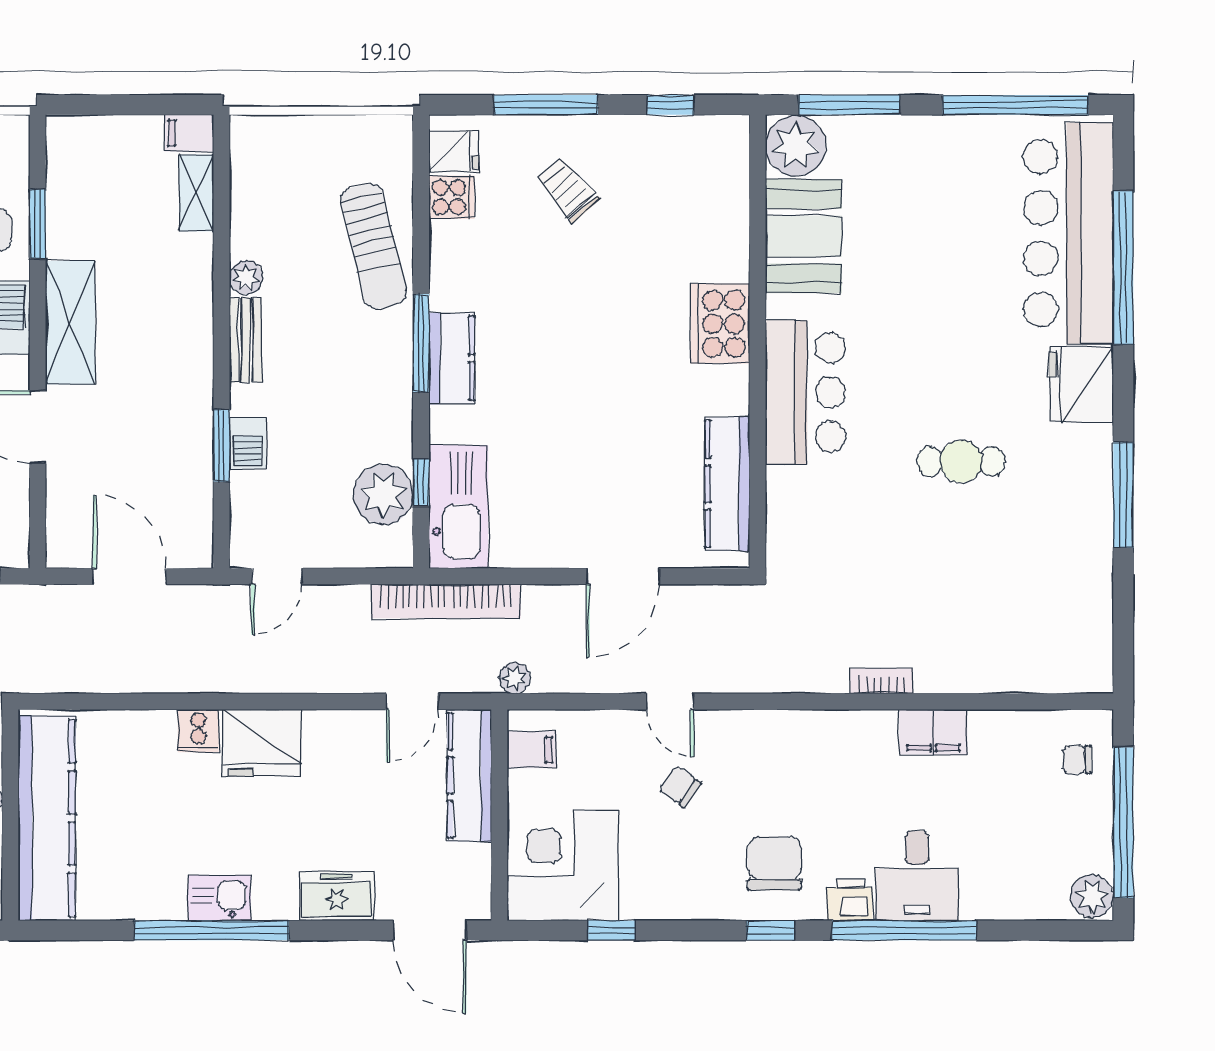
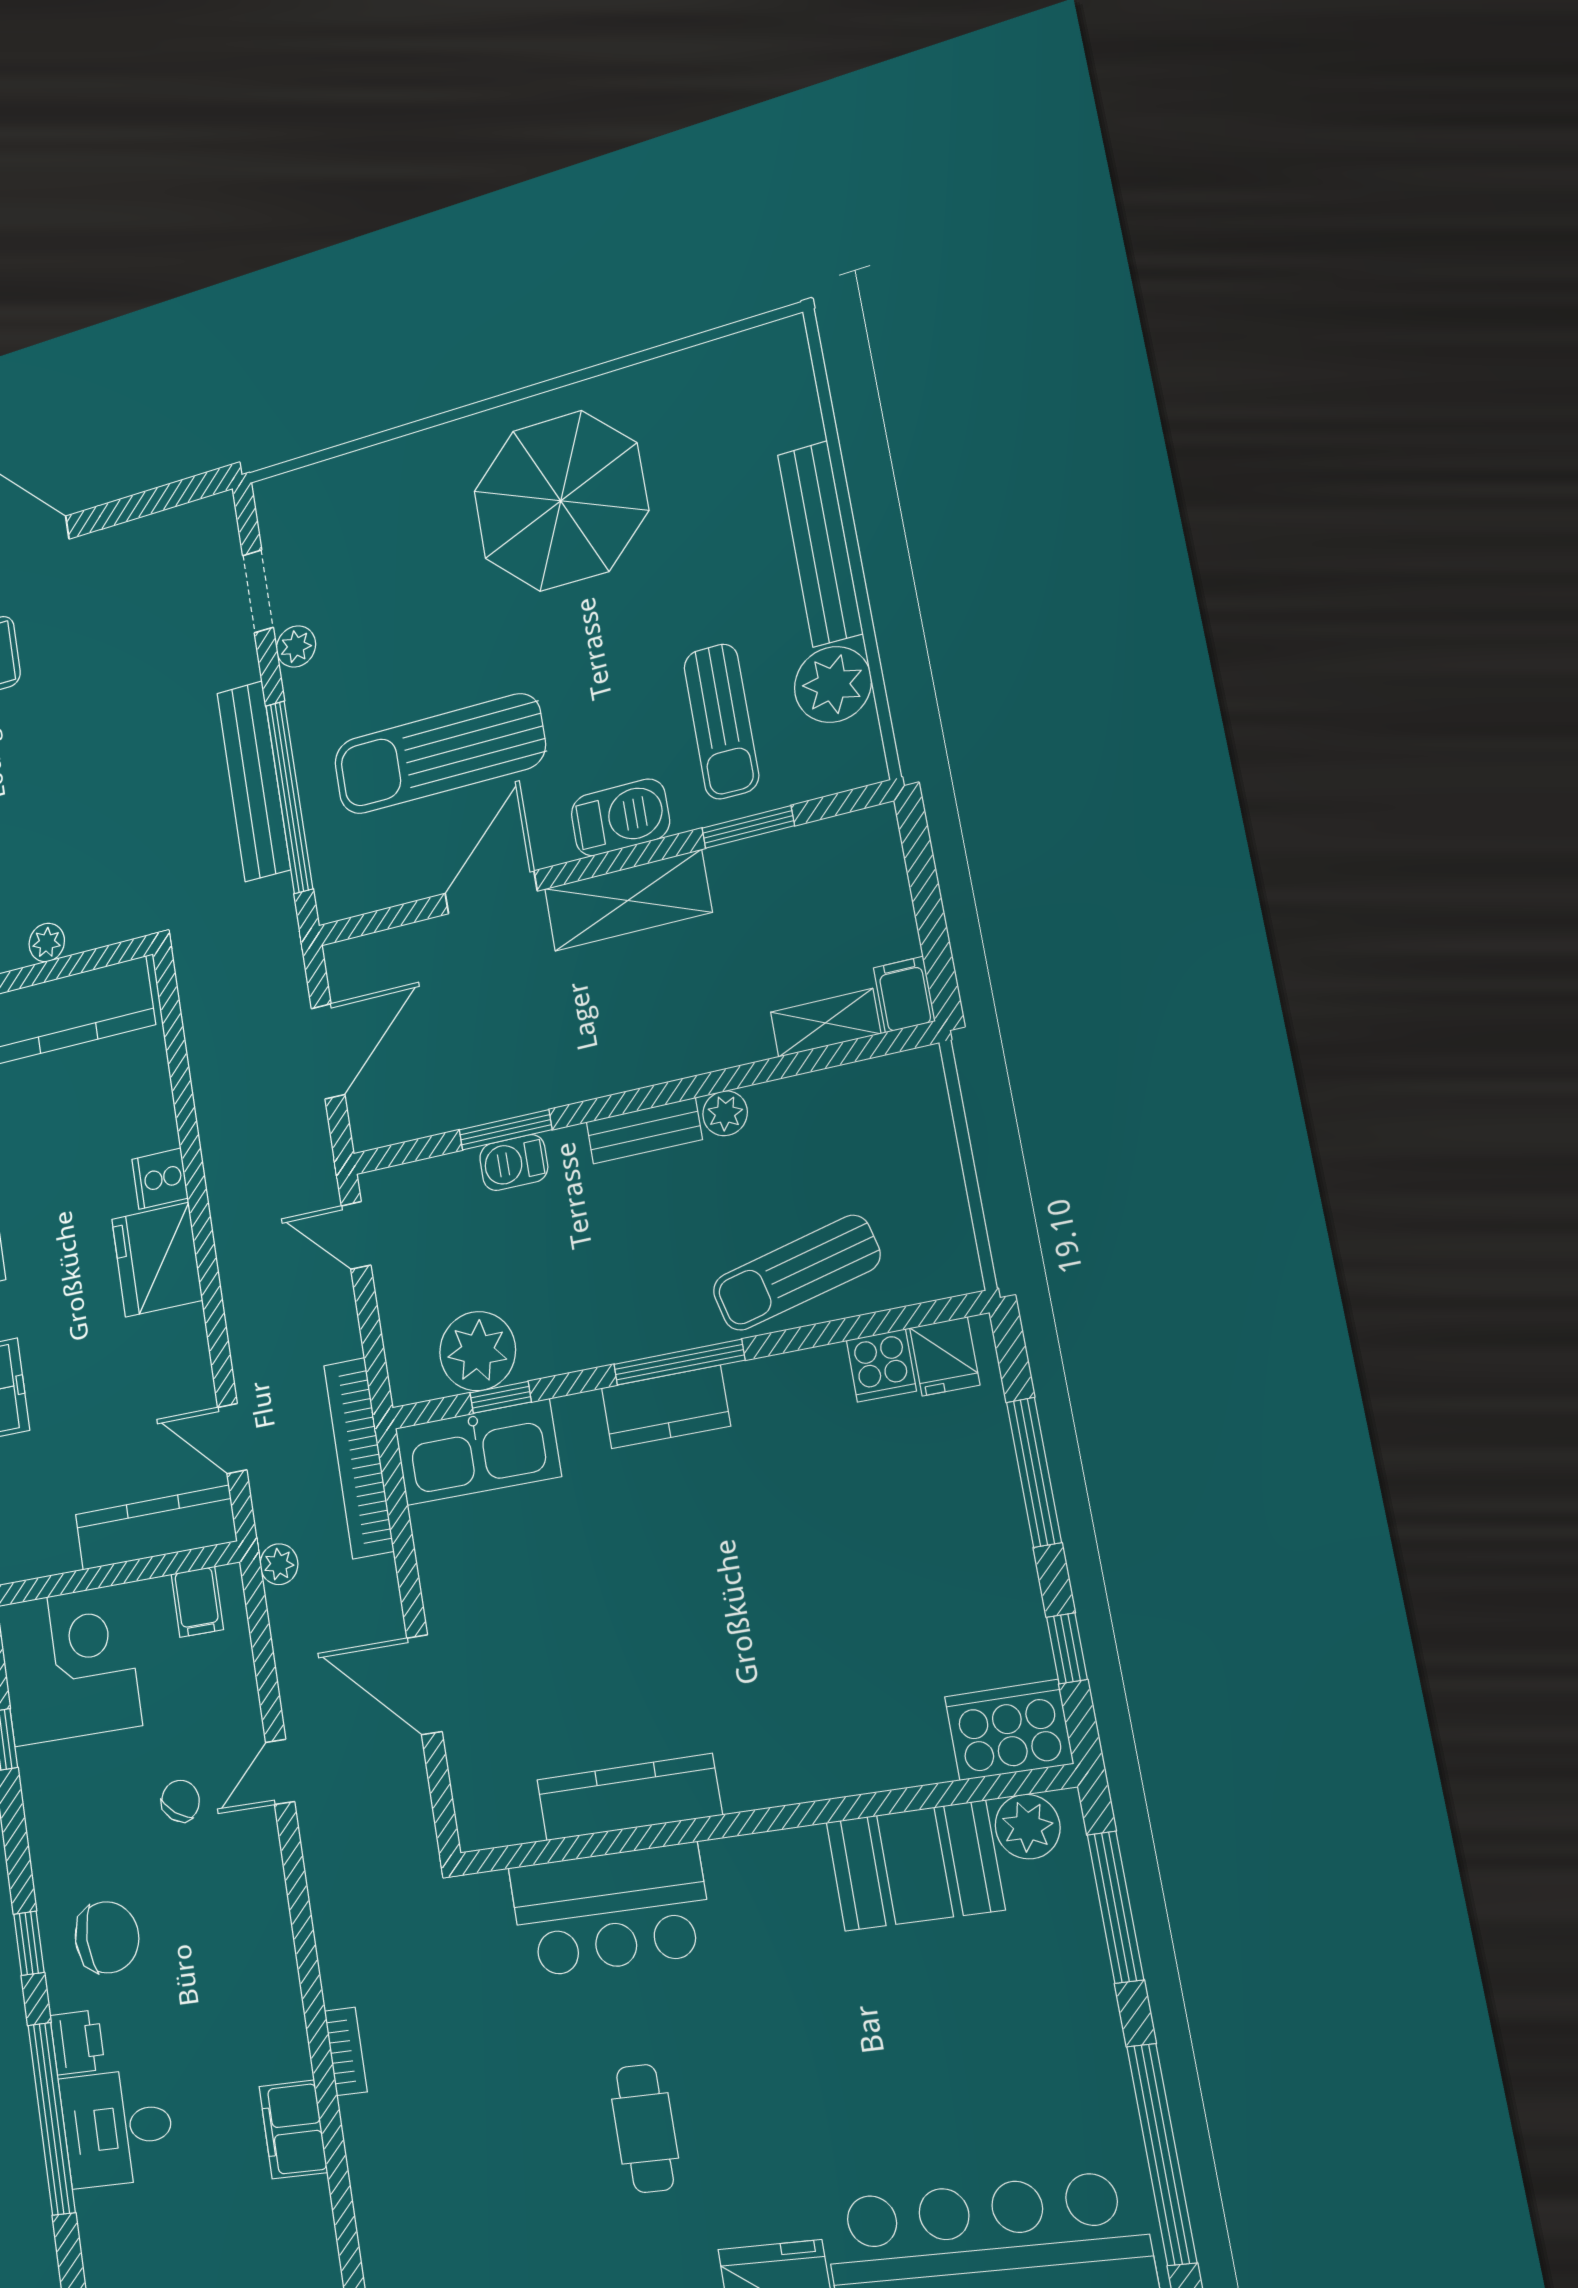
plant: (796, 146) -> (1028, 1827), width x0.73, depth x0.73
trolley: (567, 189) -> (921, 1523), removed
cooker: (720, 324) -> (1009, 1730), moved
bar counter: (805, 392) -> (611, 1910), moved
kitchen counter: (727, 484) -> (629, 1797), moved

